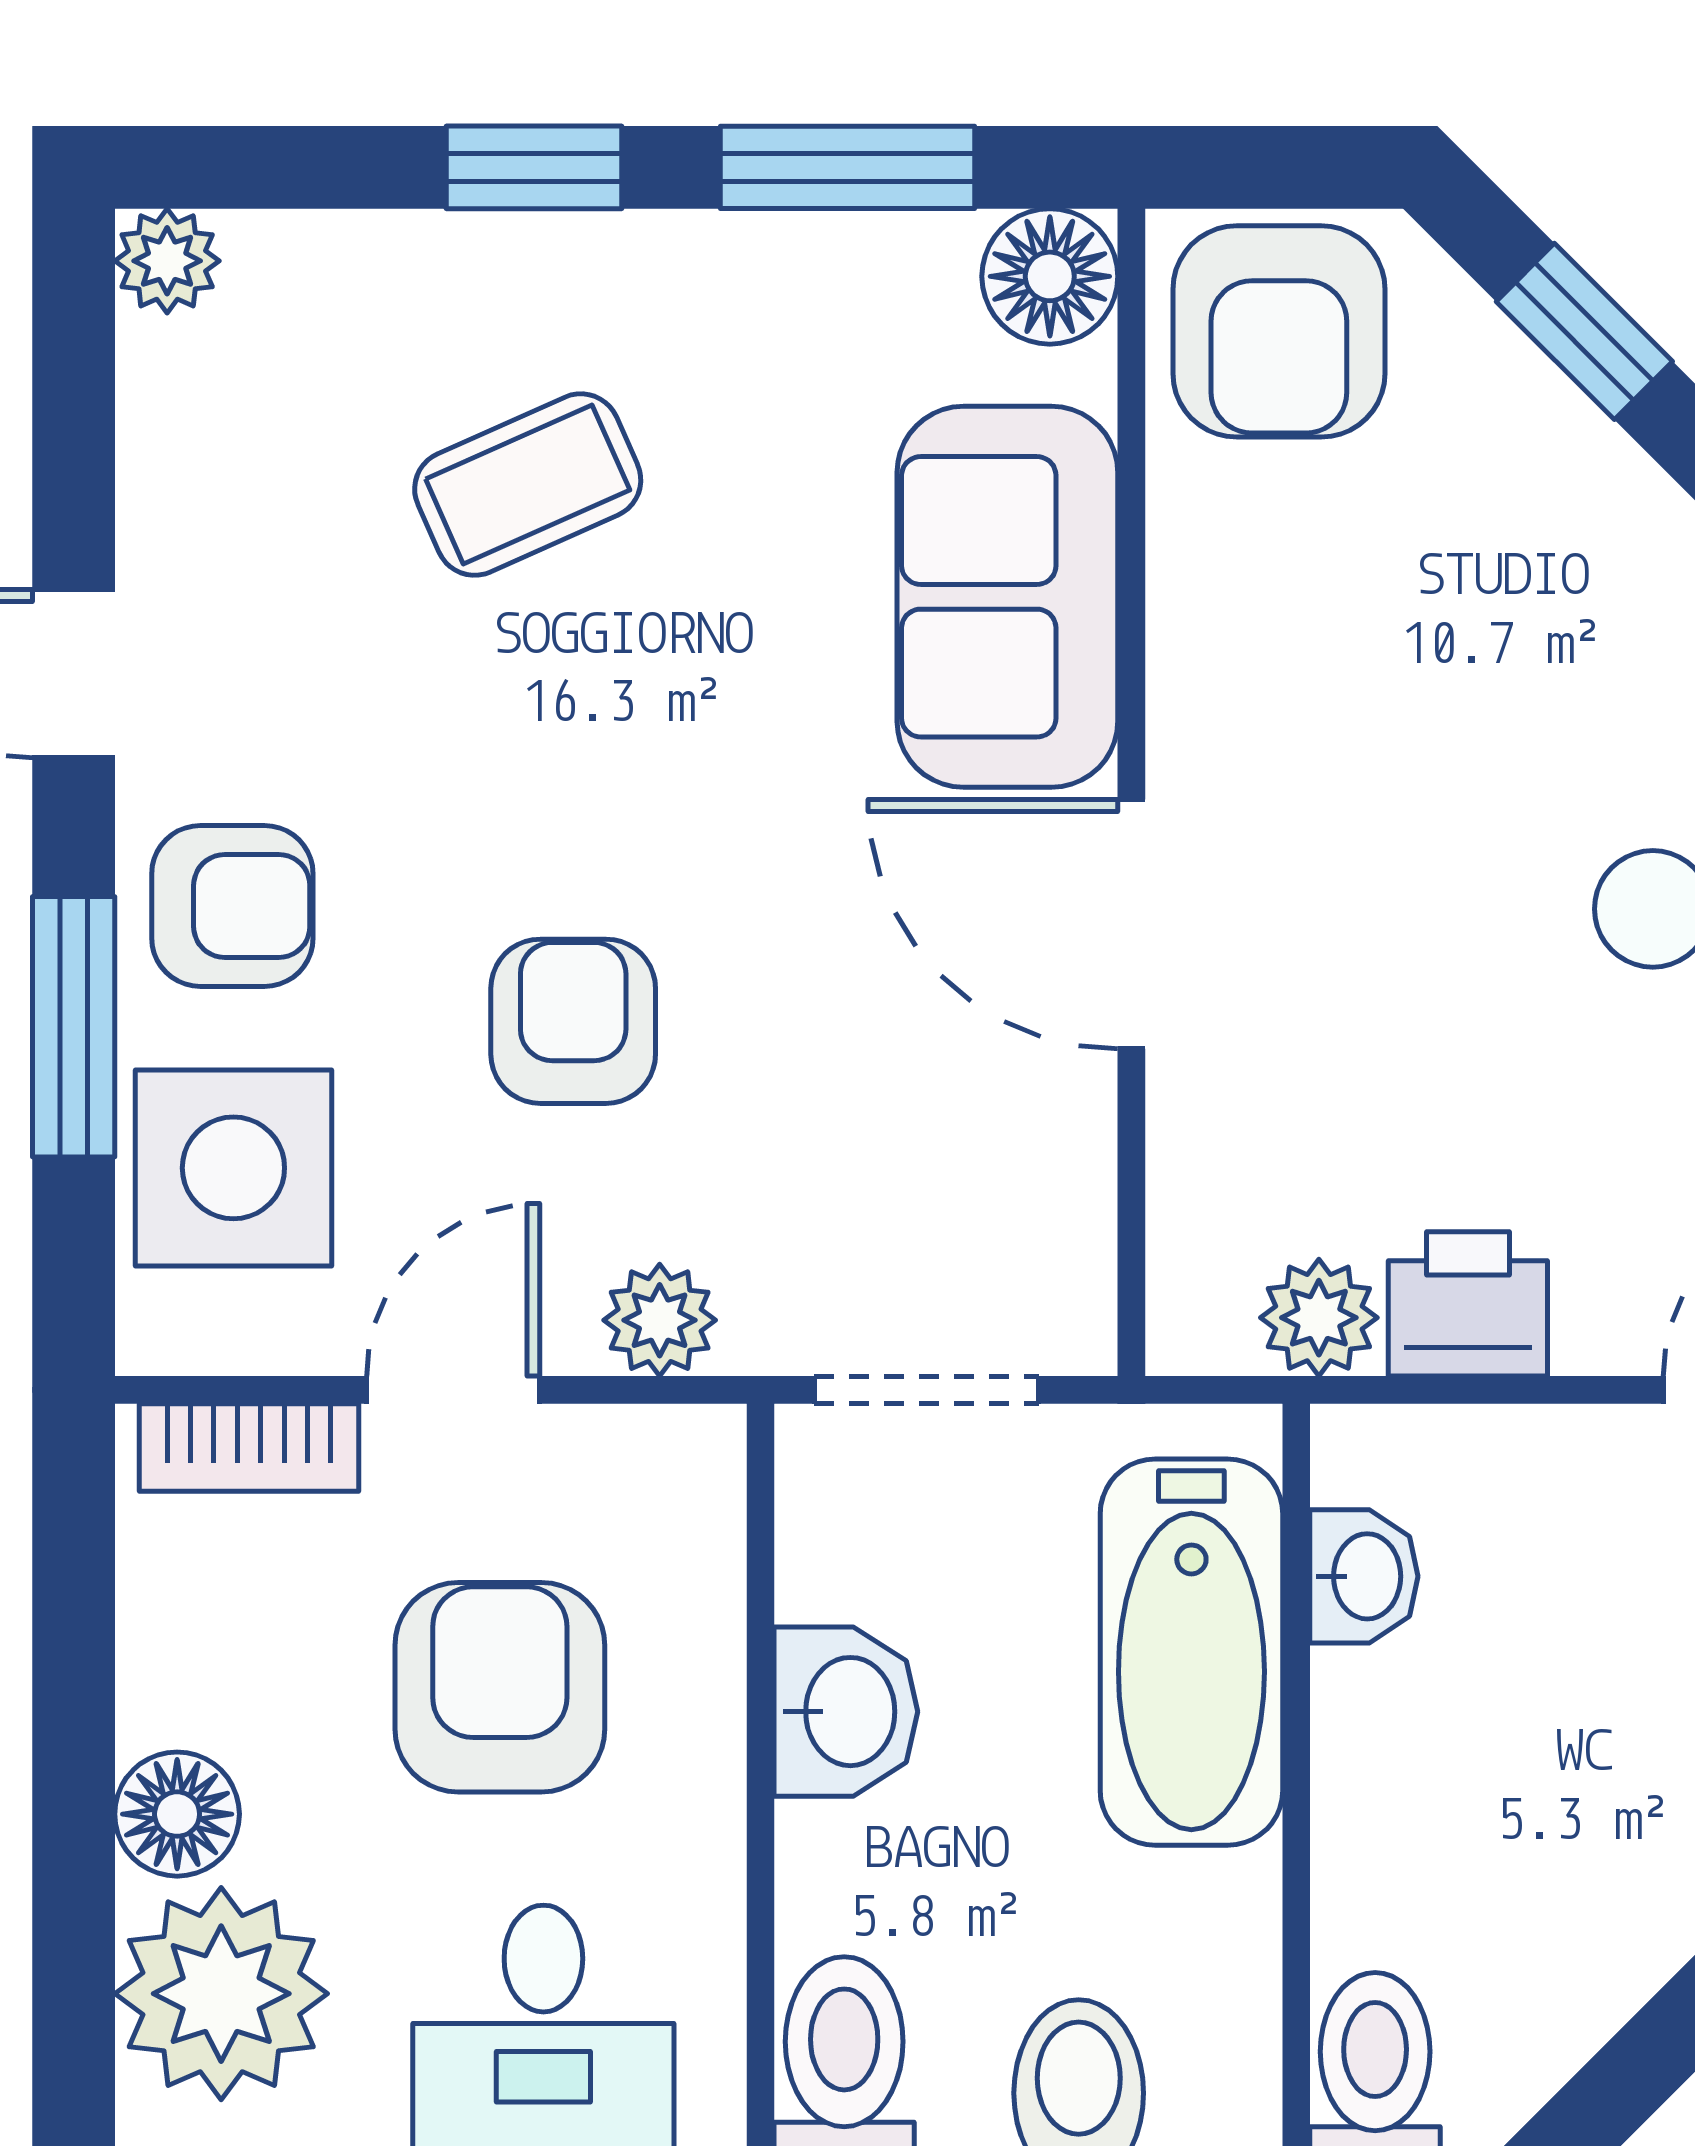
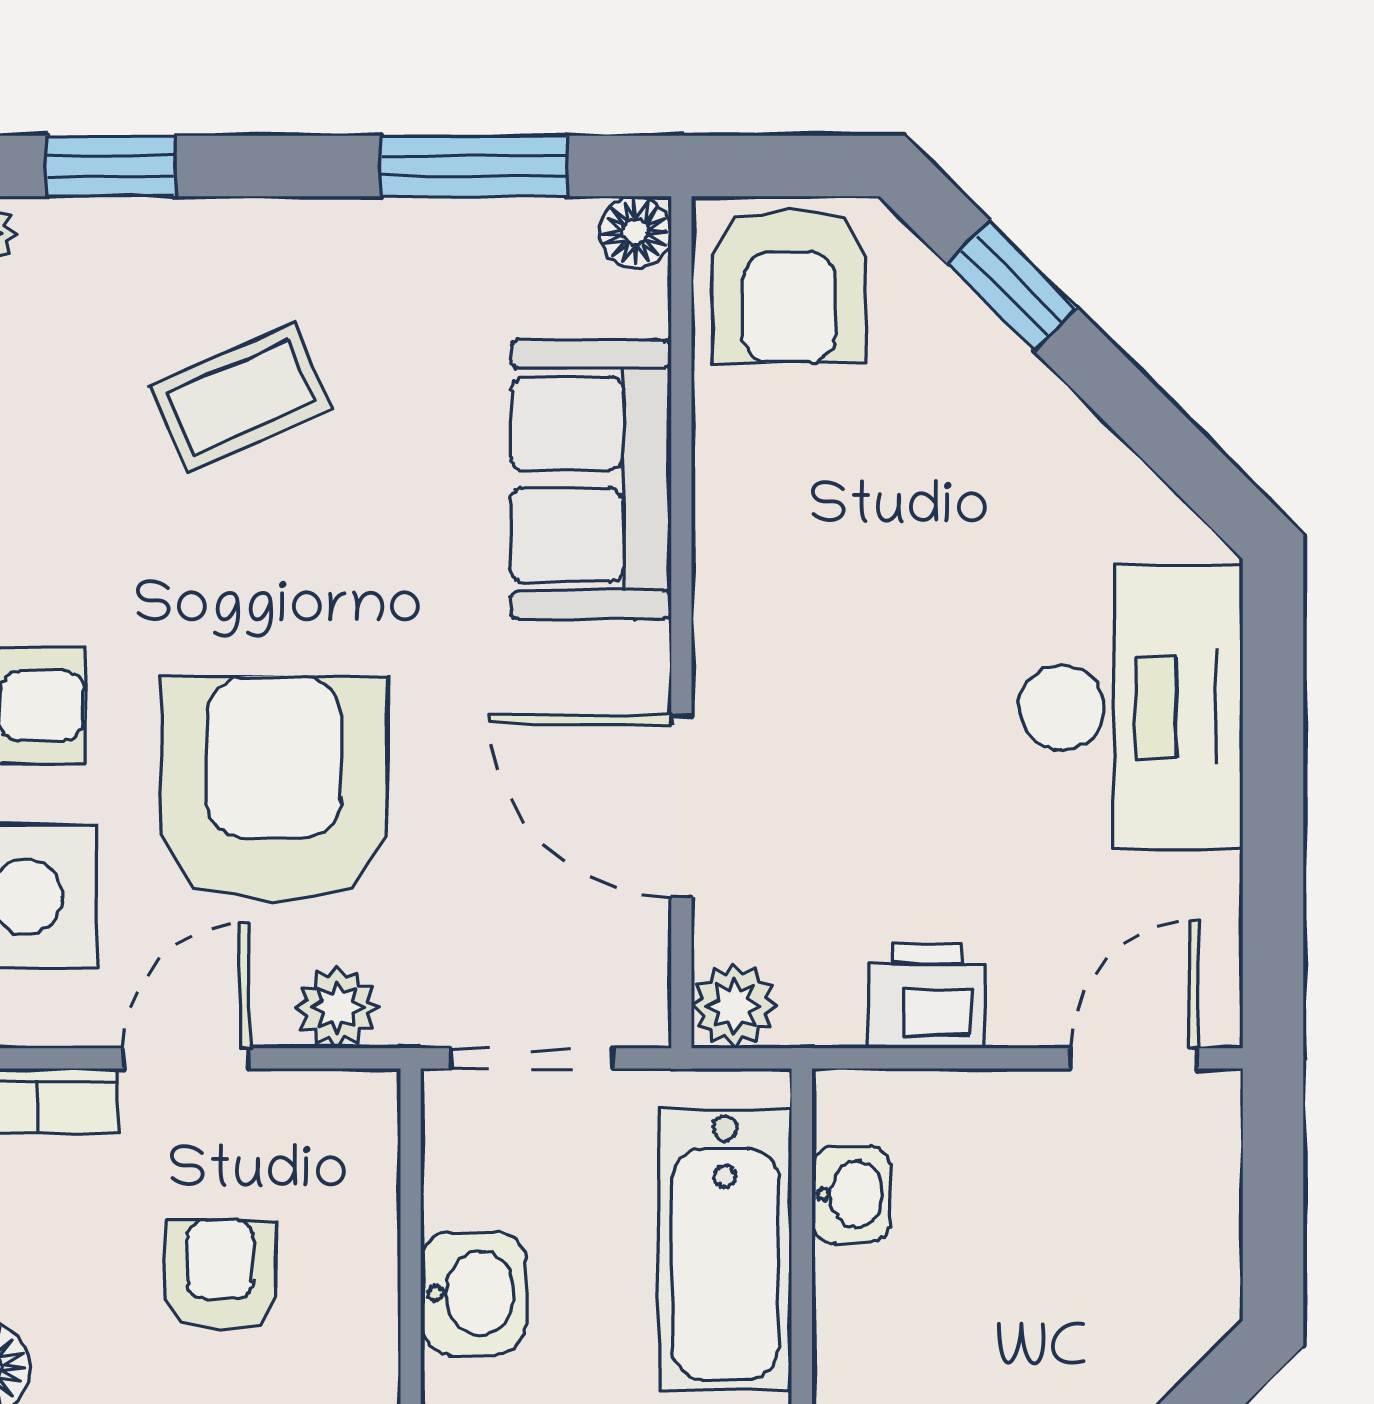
window: (534, 167) -> (111, 166), moved
floor lamp: (1050, 276) -> (635, 232), width x0.73, depth x0.73
door: (1131, 924) -> (681, 806), moved
armchair: (573, 1021) -> (274, 789), width x1.88, depth x1.88
plant: (1319, 1318) -> (734, 1006), moved
armchair: (500, 1687) -> (220, 1275), width x0.72, depth x0.72

